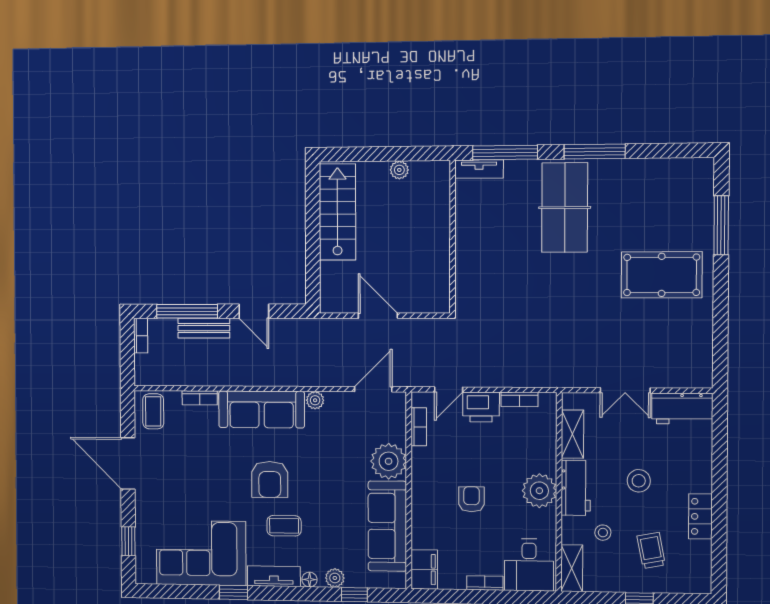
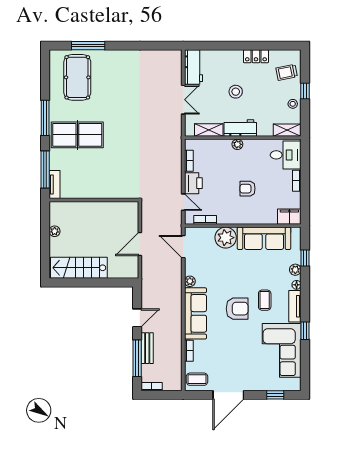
pool table: (662, 275) -> (77, 77), moved
plant: (539, 491) -> (237, 144), width x0.53, depth x0.53
stool: (603, 533) -> (293, 104), moved
trolley: (651, 550) -> (287, 72), moved

